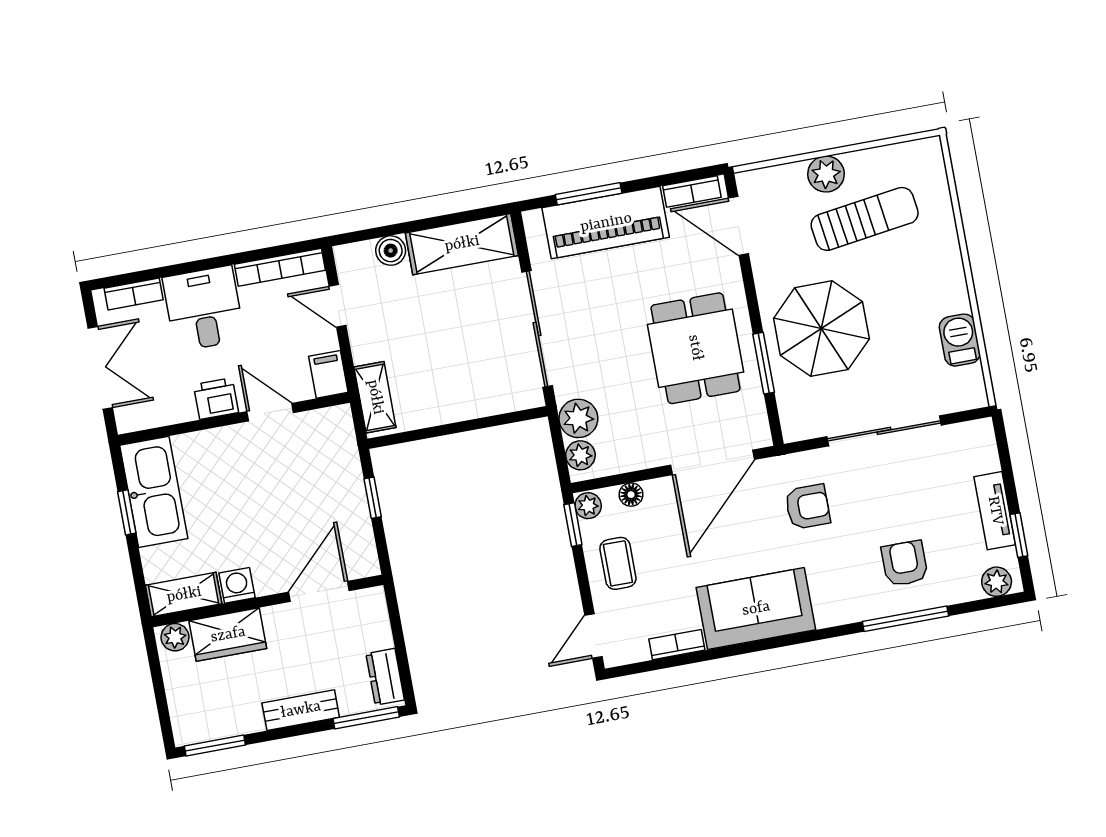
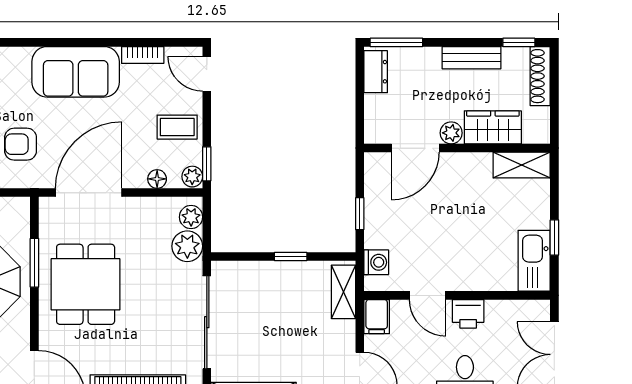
window: (448, 429) -> (291, 256), added
kitchen sink: (154, 492) -> (534, 261), width x0.73, depth x0.81
coffee table: (618, 563) -> (177, 127), turned 90
washing machine: (237, 585) -> (376, 262), moved, turned -90
door: (593, 636) -> (207, 74), swing flipped
plant: (175, 637) -> (451, 133), moved
shoe rack: (181, 709) -> (540, 76), added
bench: (301, 710) -> (471, 58), moved
window: (215, 745) -> (519, 42), width x0.67

